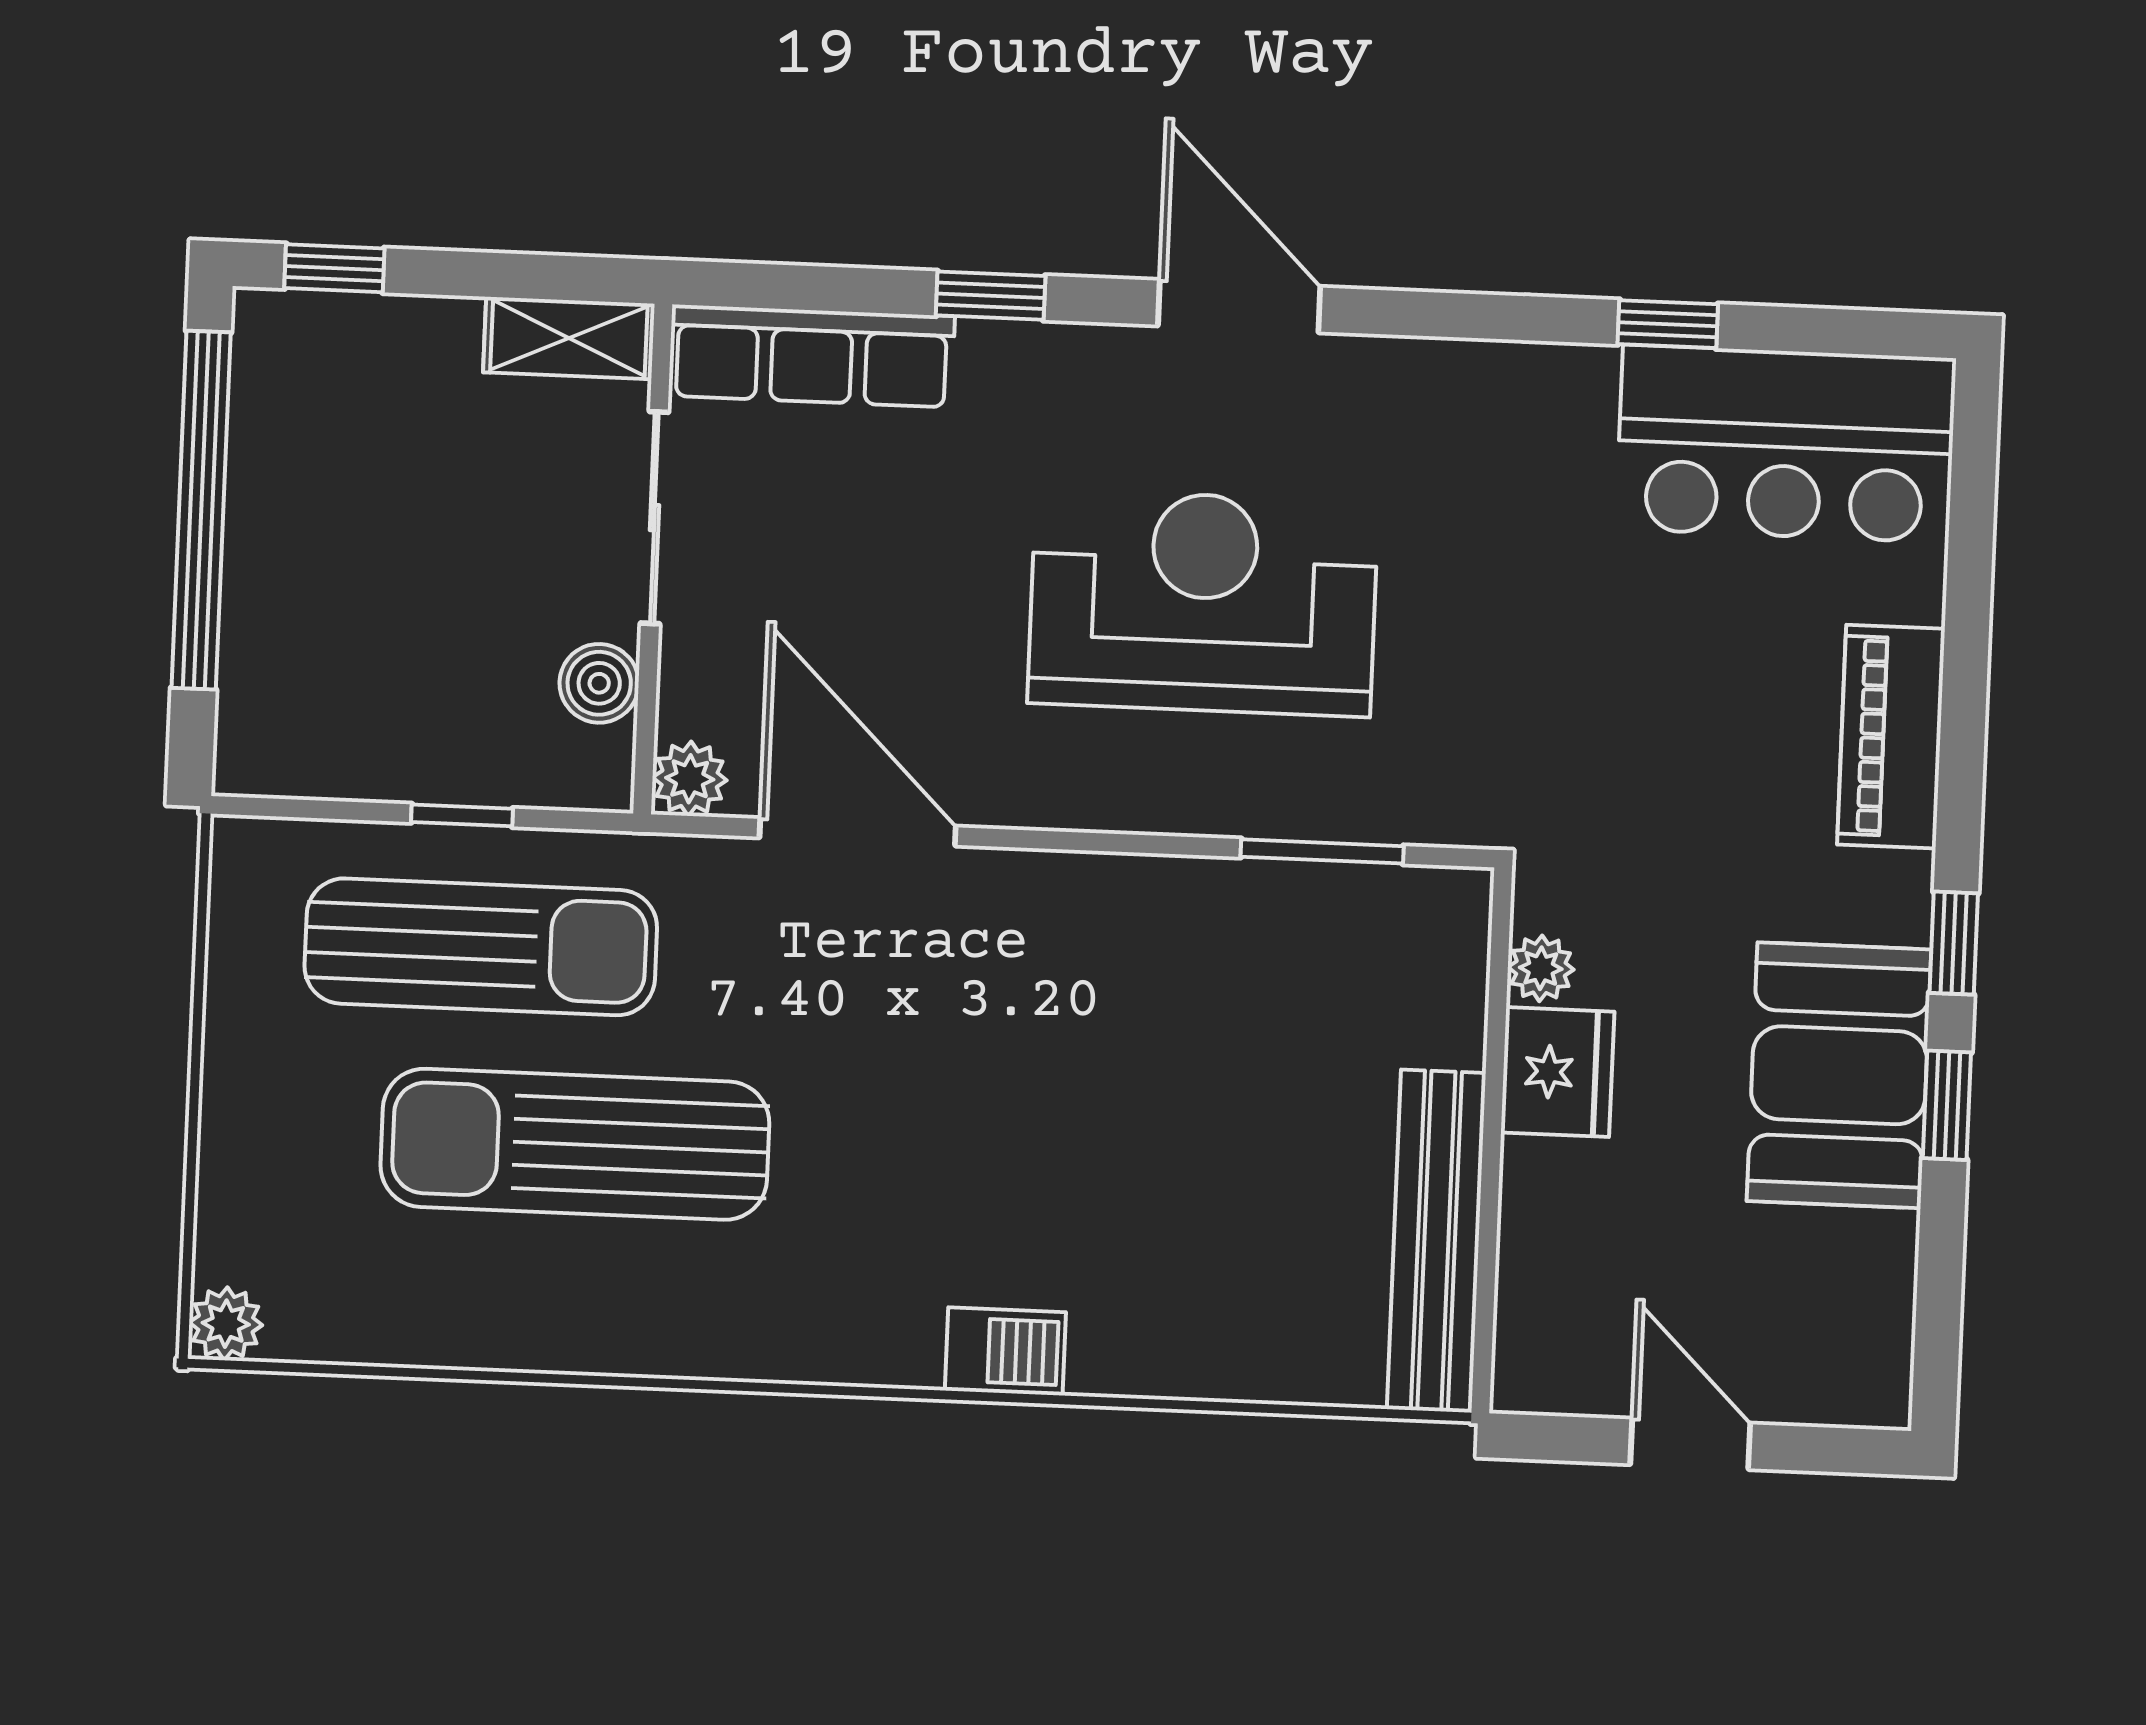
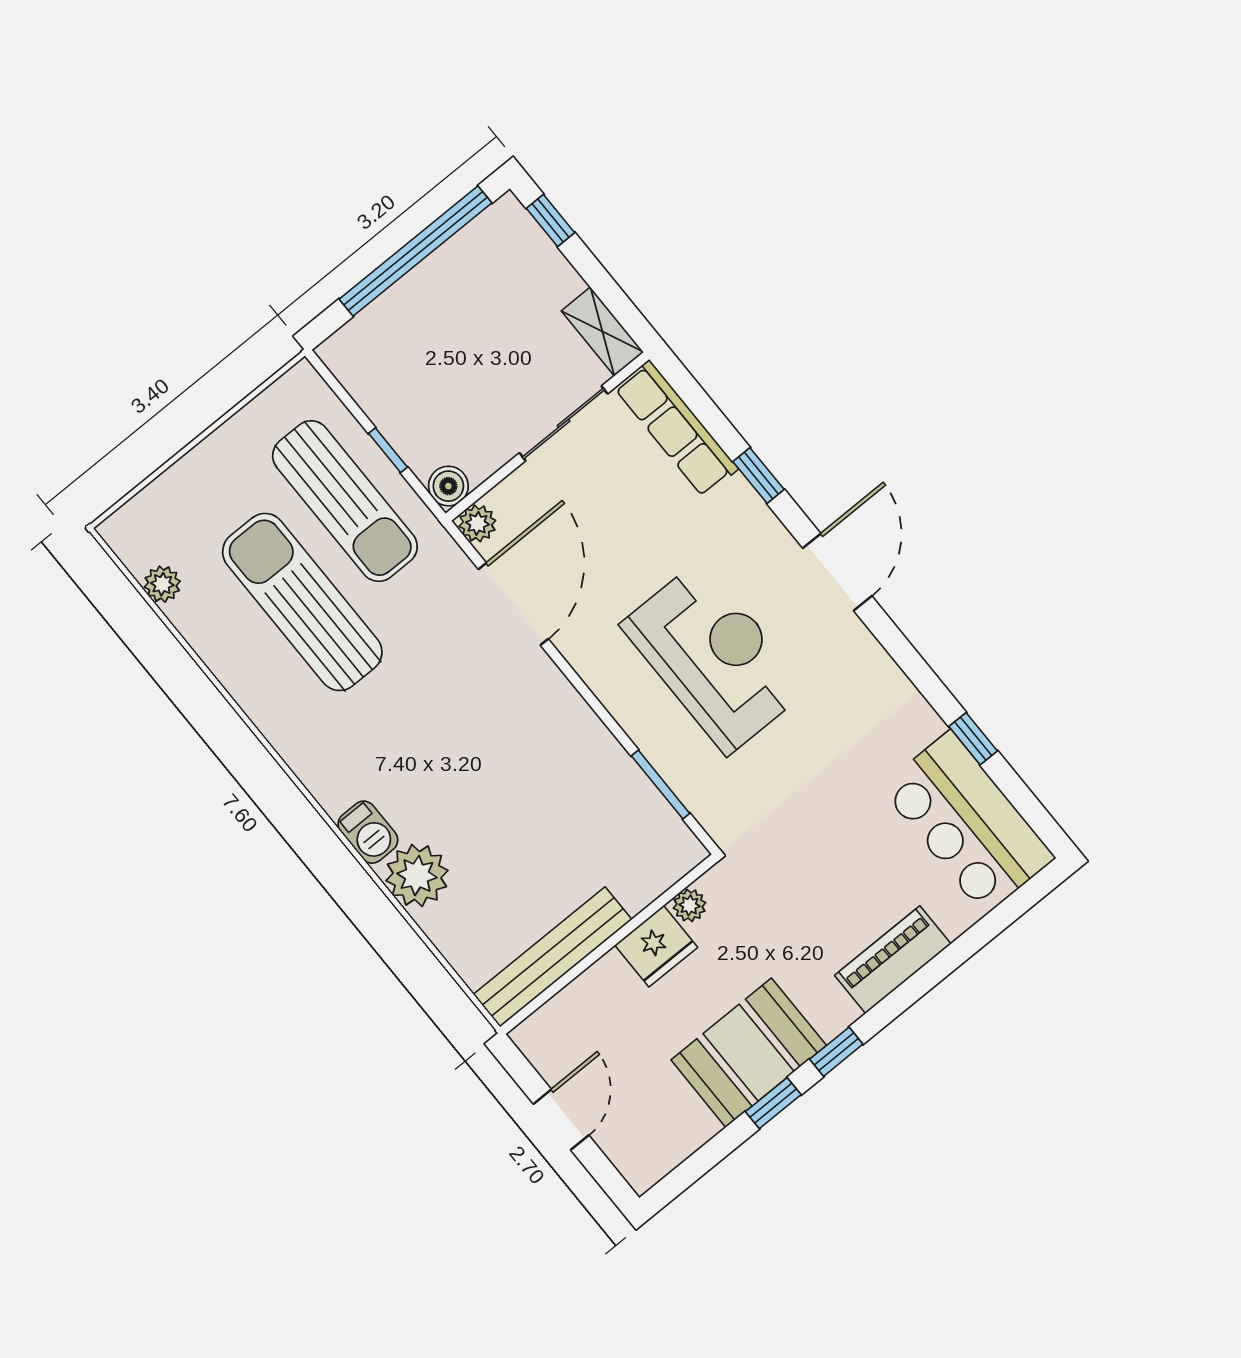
boiler: (599, 683) -> (448, 486), moved
plant: (226, 1324) -> (162, 584), moved
plant: (1135, 1335) -> (417, 875), added

